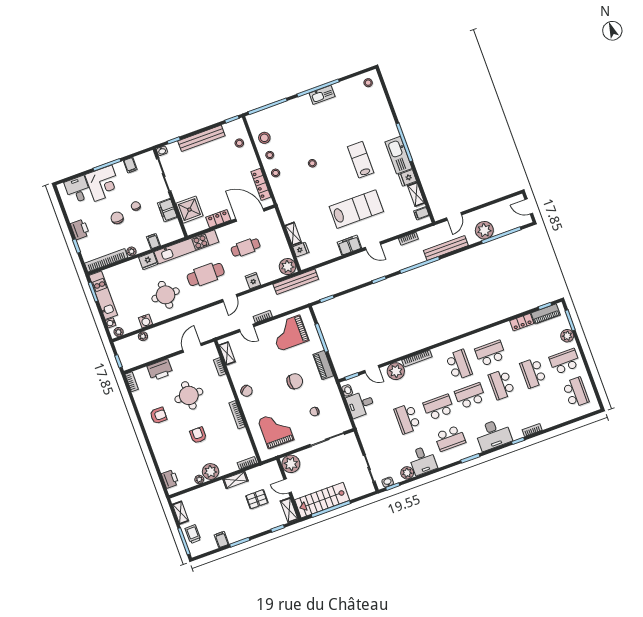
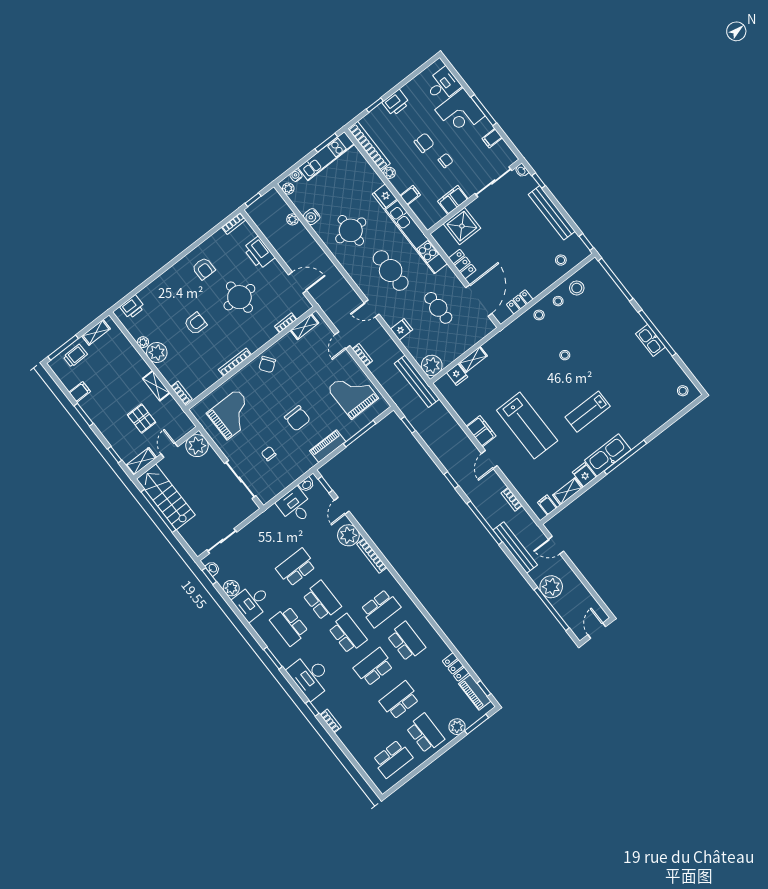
lab bench: (361, 160) -> (588, 412), turned 180
locker: (261, 184) -> (520, 302), width x0.66

